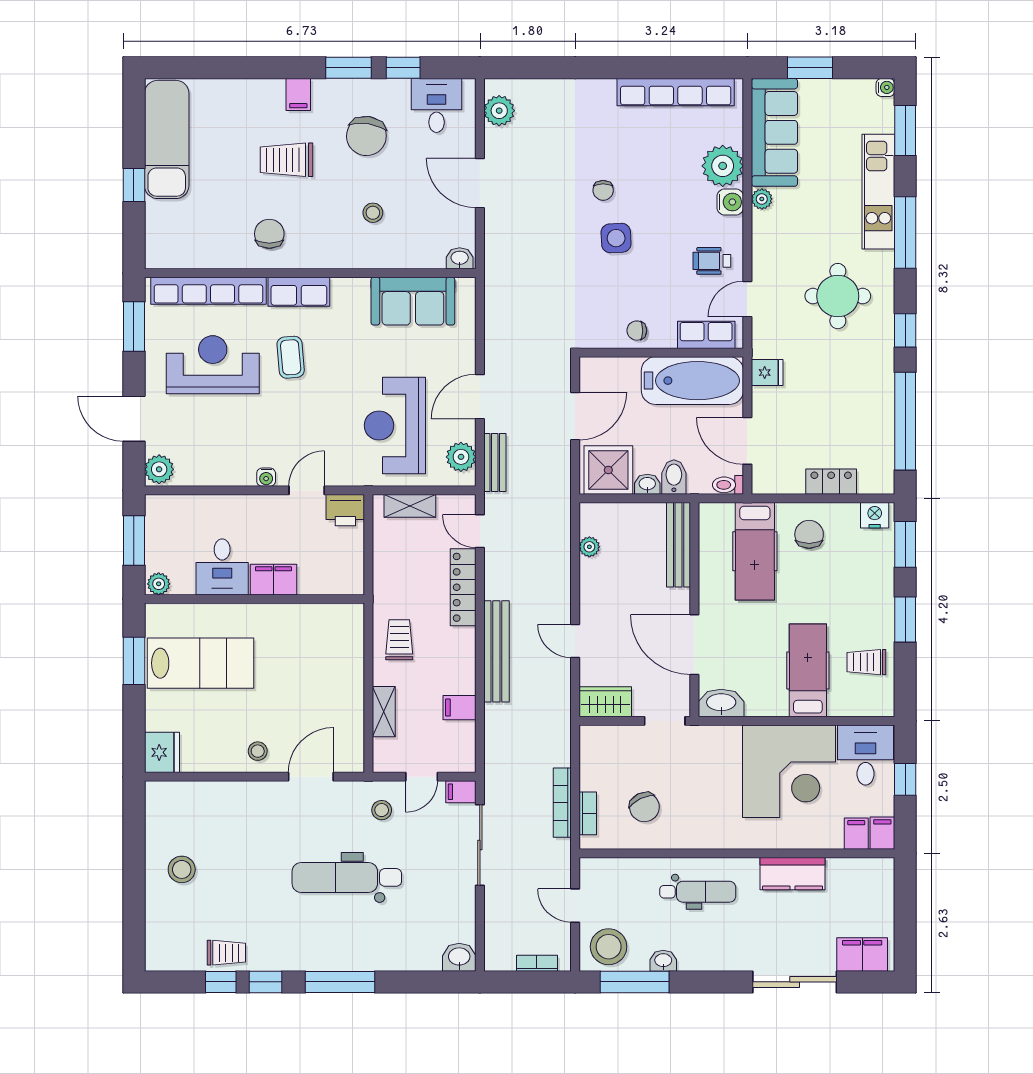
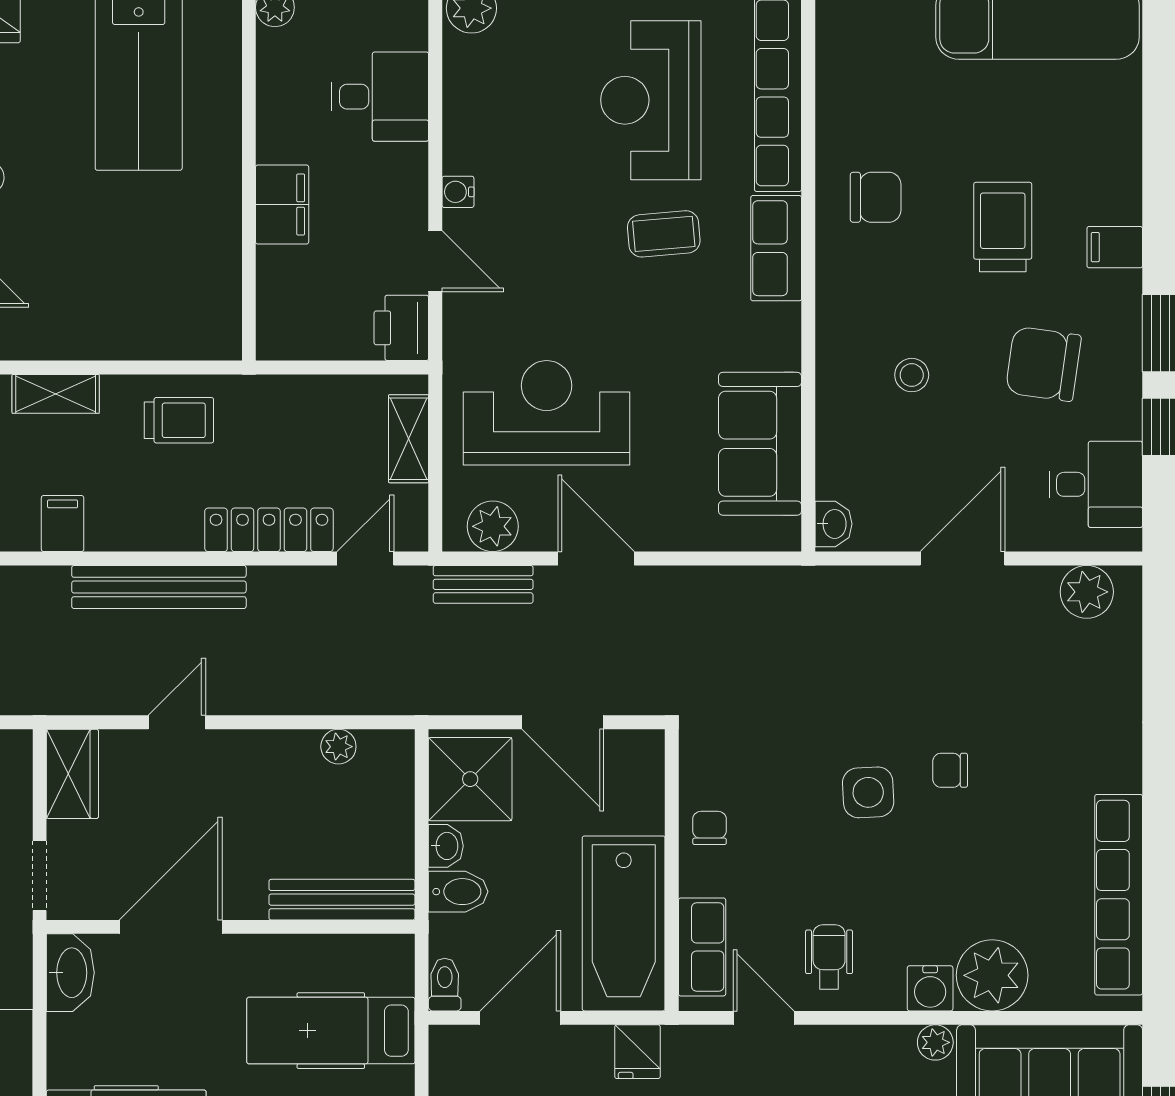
reception desk: (213, 365) -> (651, 100), turned 180
desk: (222, 567) -> (380, 97), moved, turned 180

